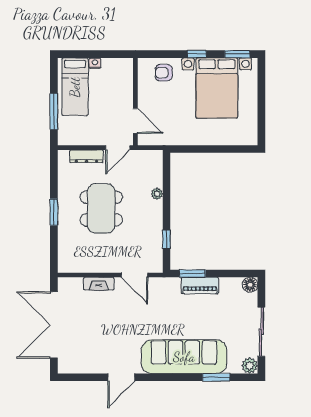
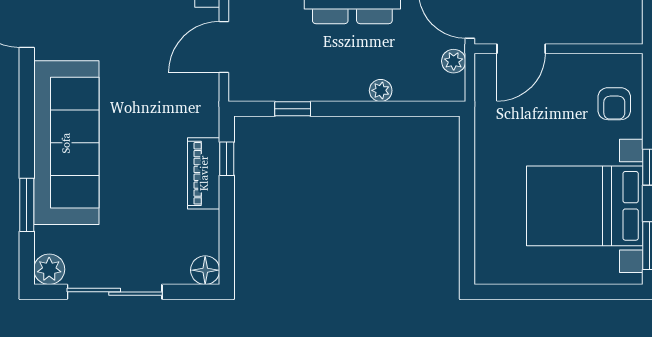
armchair: (164, 73) -> (614, 104), turned 180
plant: (142, 156) -> (454, 61), added
window: (192, 274) -> (227, 159), width x0.67

